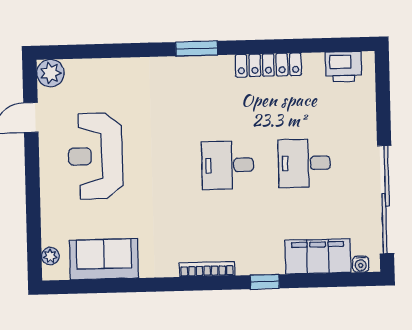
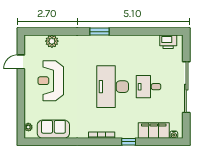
locker: (268, 65) -> (133, 40), removed
plant: (50, 73) -> (52, 41), moved
desk: (228, 165) -> (113, 87), width x1.87, depth x1.30
sliding door: (386, 200) -> (186, 87), moved

